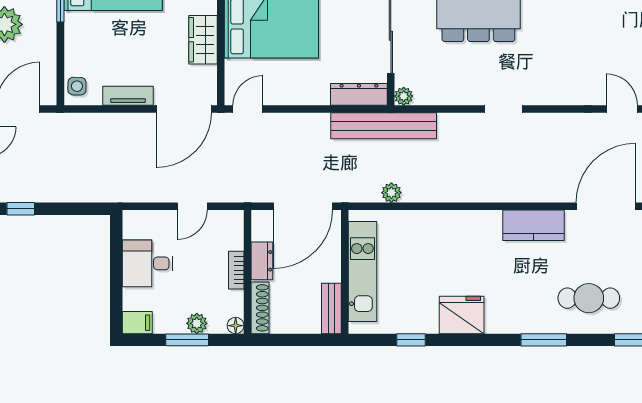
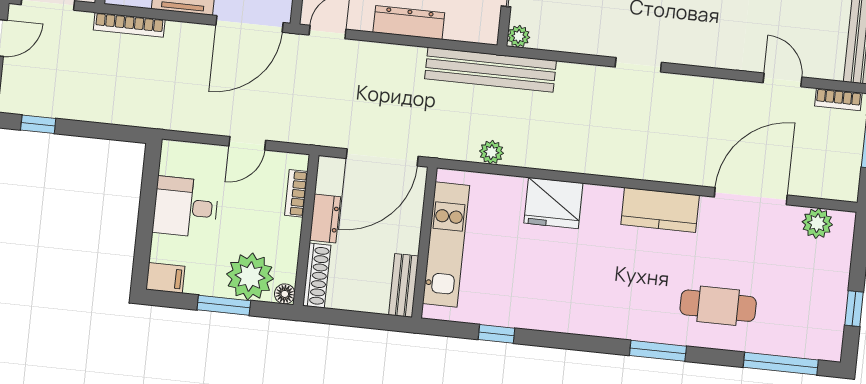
dresser: (359, 94) -> (409, 22), moved
bookcase: (86, 120) -> (129, 25), added
bookcase: (236, 270) -> (296, 193), moved
fridge: (462, 315) -> (553, 203), moved, turned 180
plant: (197, 323) -> (250, 276), width x1.88, depth x1.88

